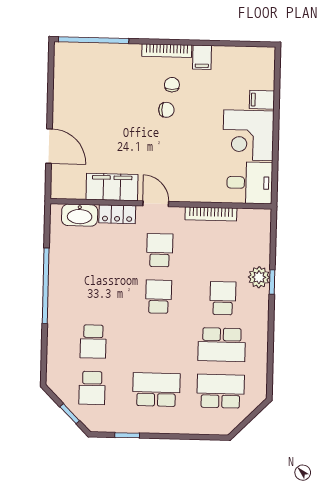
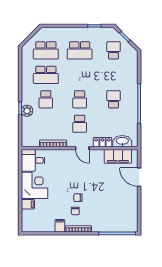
filing cabinet: (112, 187) -> (118, 156), moved
school desk: (93, 342) -> (113, 99), moved
school desk: (222, 345) -> (46, 75), turned 180

